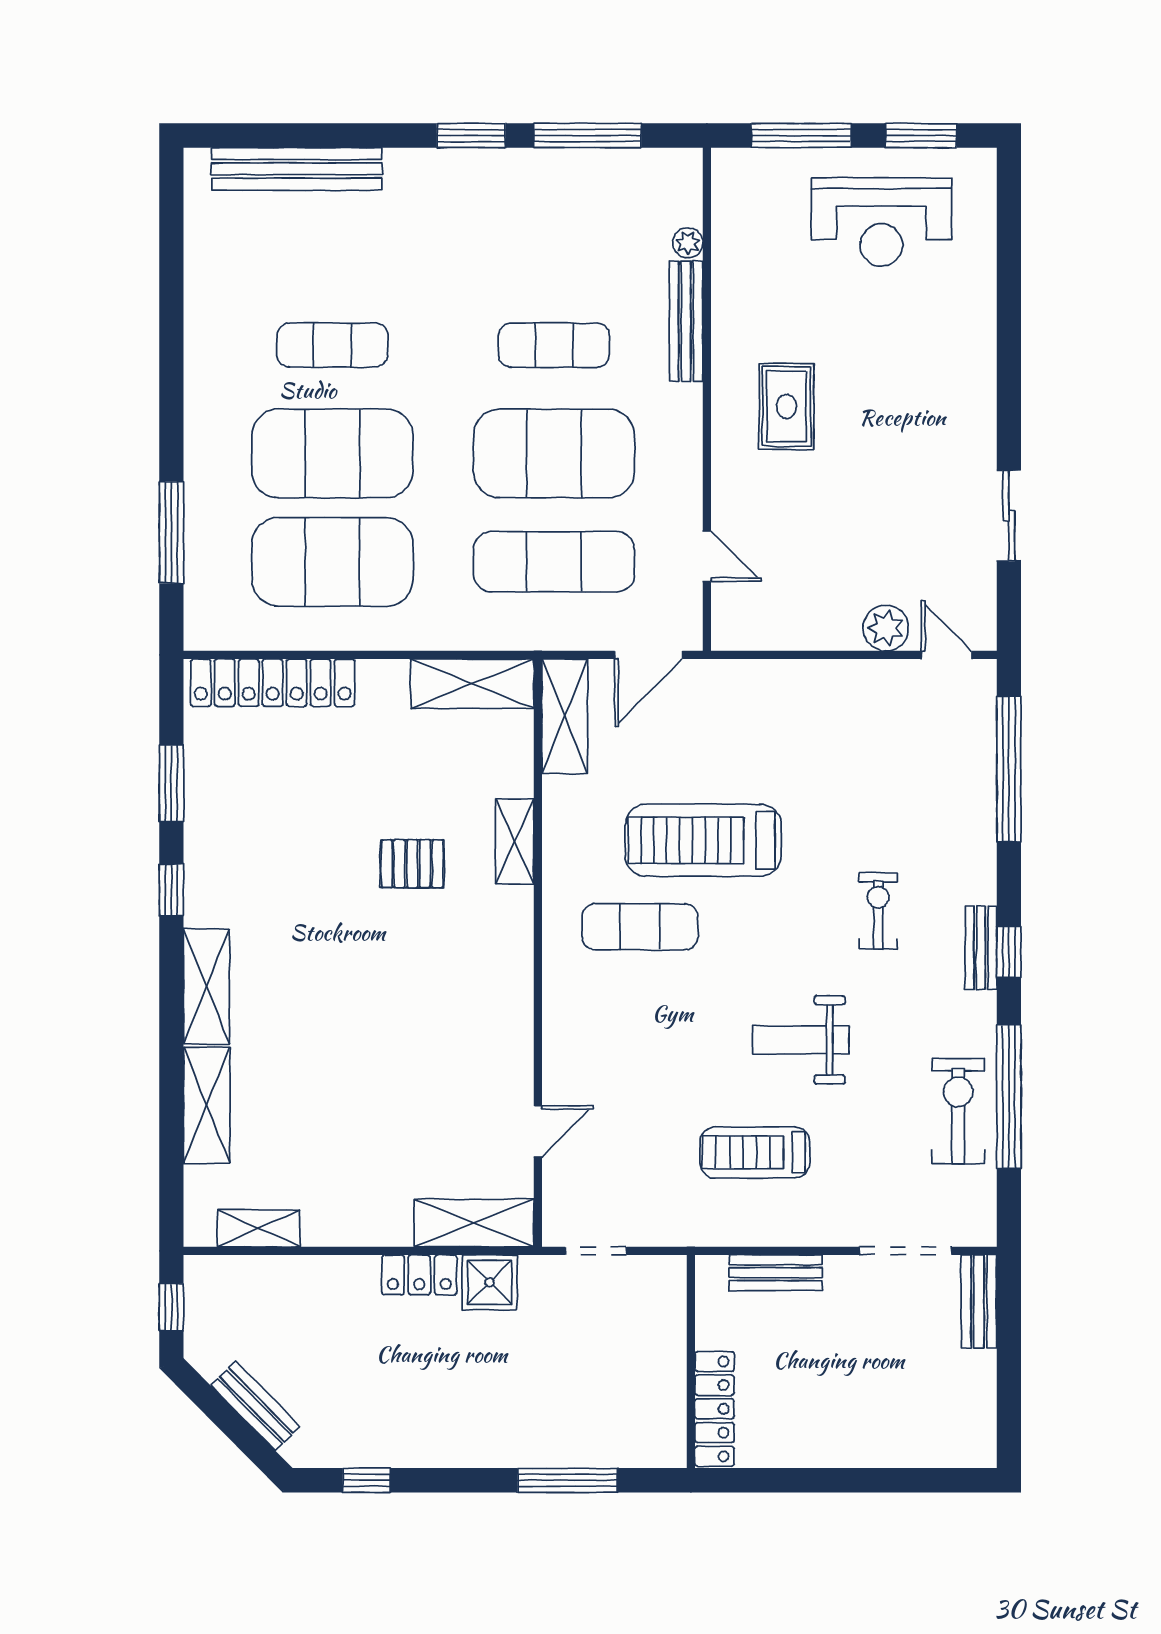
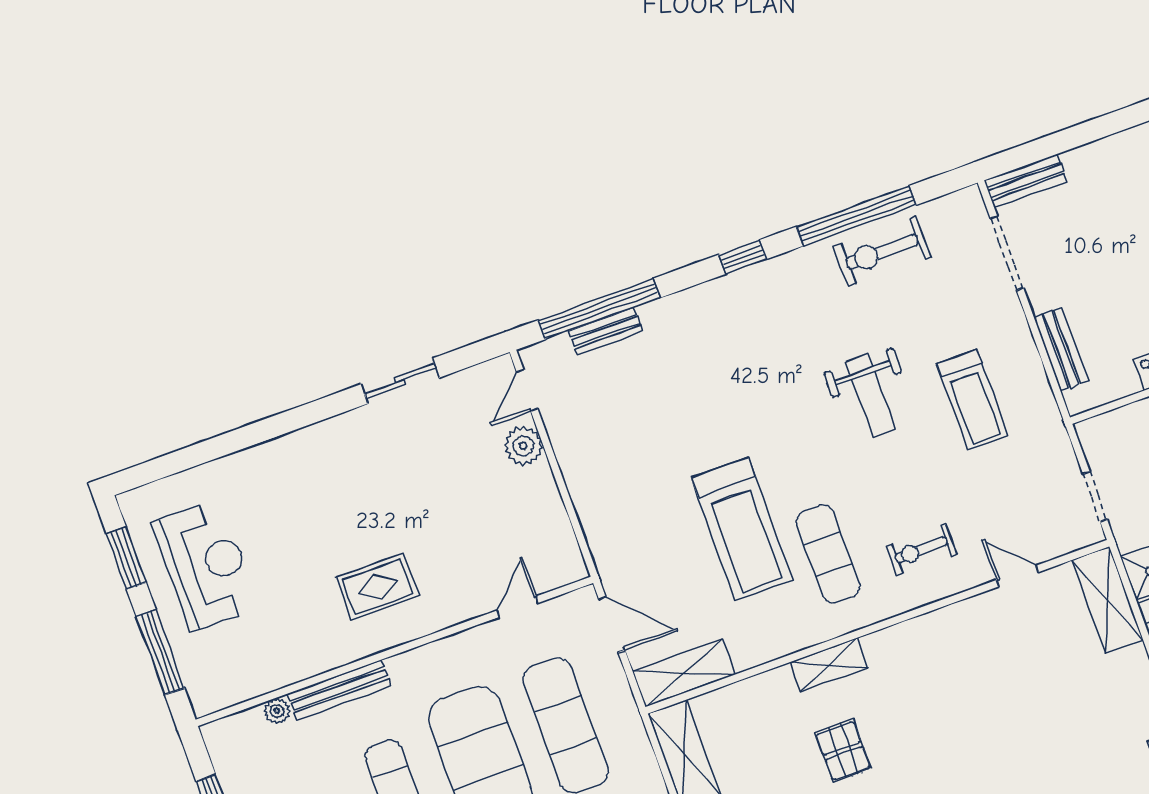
shelving: (515, 841) -> (829, 665), moved
exercise bike: (878, 911) -> (921, 550), moved
bench: (981, 948) -> (606, 331), moved

